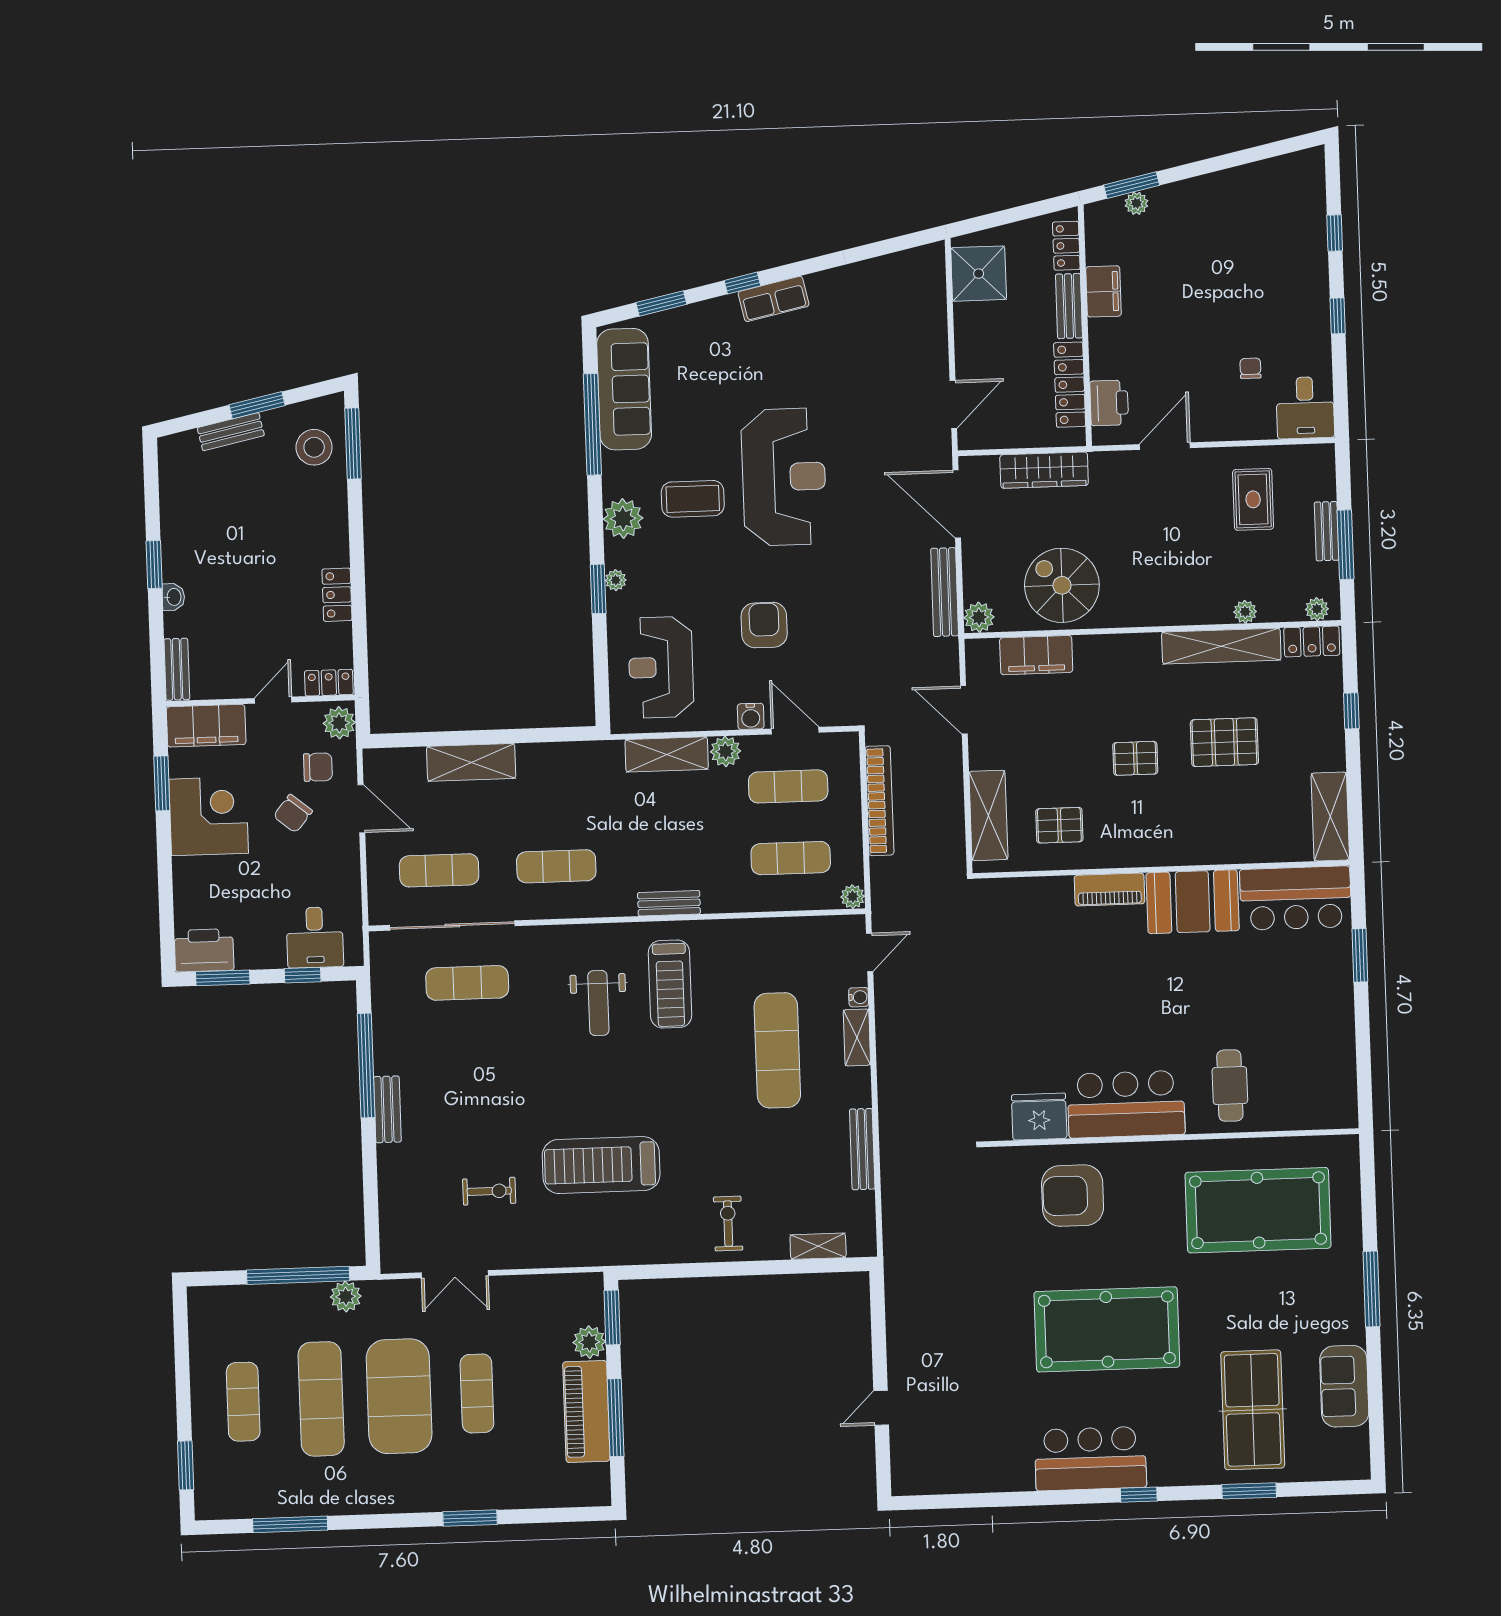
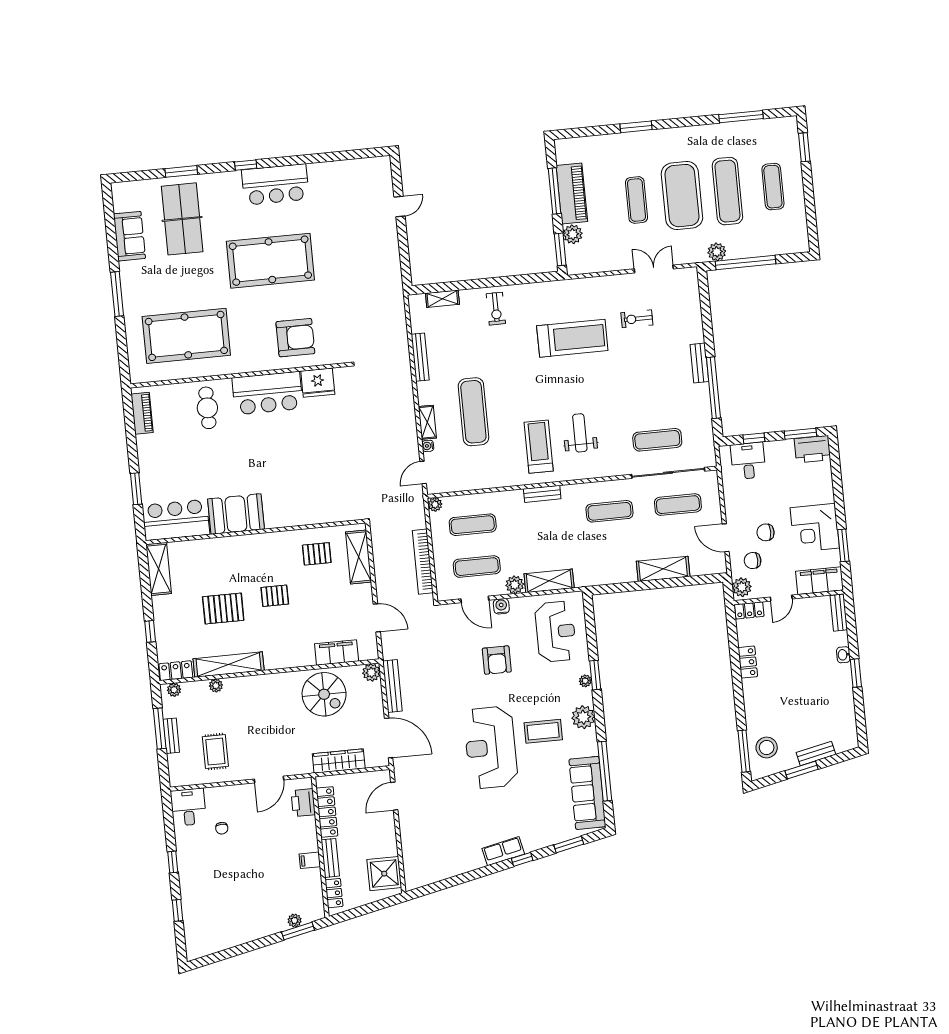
filing cabinet: (1103, 291) -> (310, 860), width x0.50
chair: (293, 814) -> (766, 532), turned -129
piano: (1110, 890) -> (142, 413), moved, turned 90

